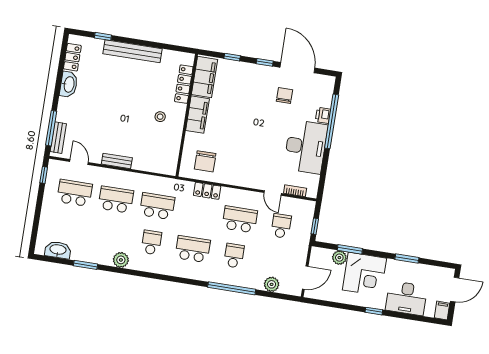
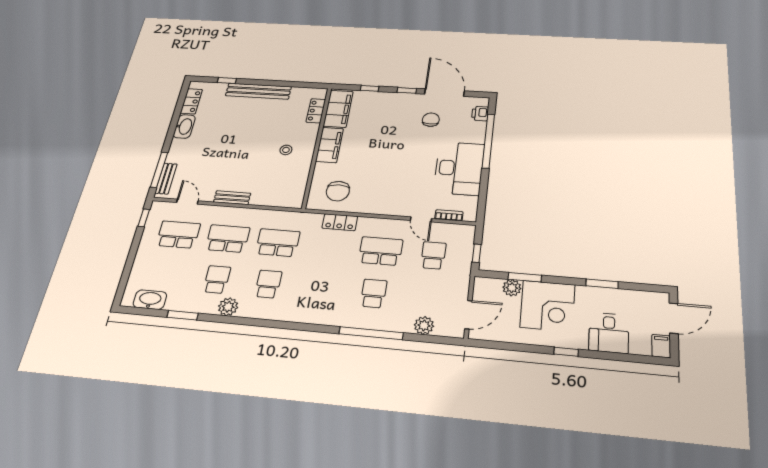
locker: (184, 84) -> (316, 111), width x0.66
printer: (323, 115) -> (480, 114), moved
school desk: (193, 249) -> (217, 279), moved, width x0.54
desk: (406, 298) -> (609, 333), width x0.73

